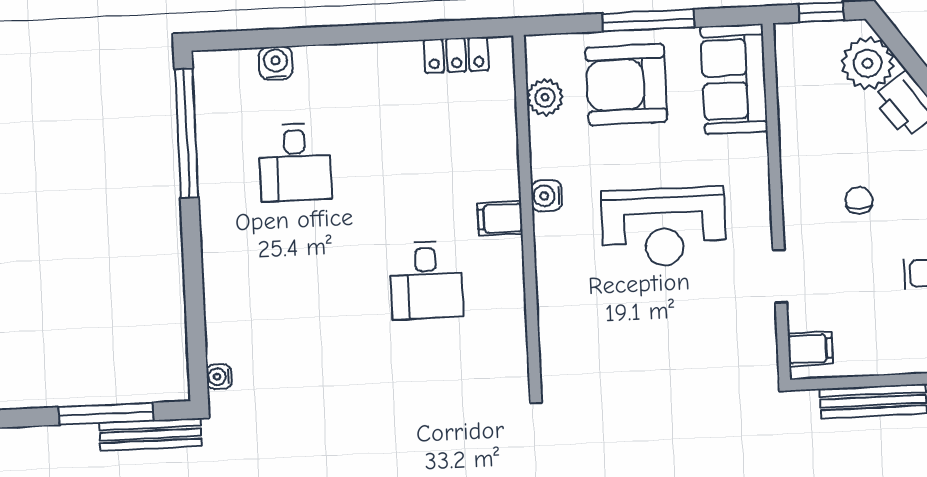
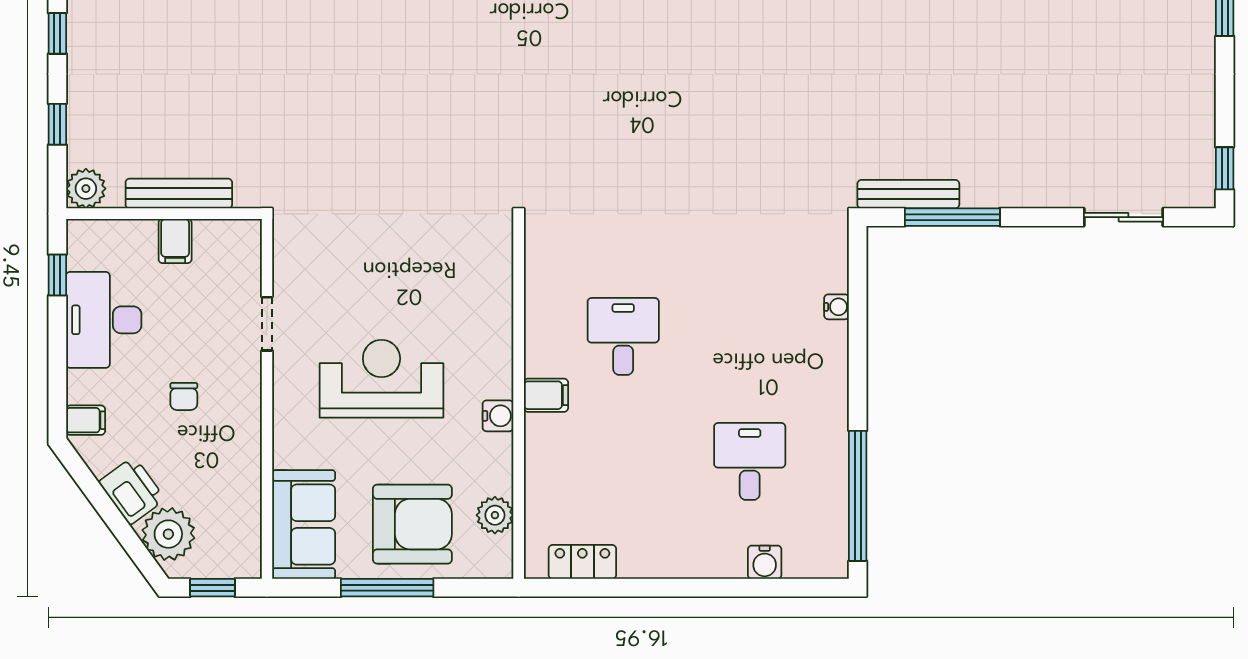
filing cabinet: (810, 349) -> (175, 241), moved, turned -90
water cooler: (219, 377) -> (837, 307), moved

